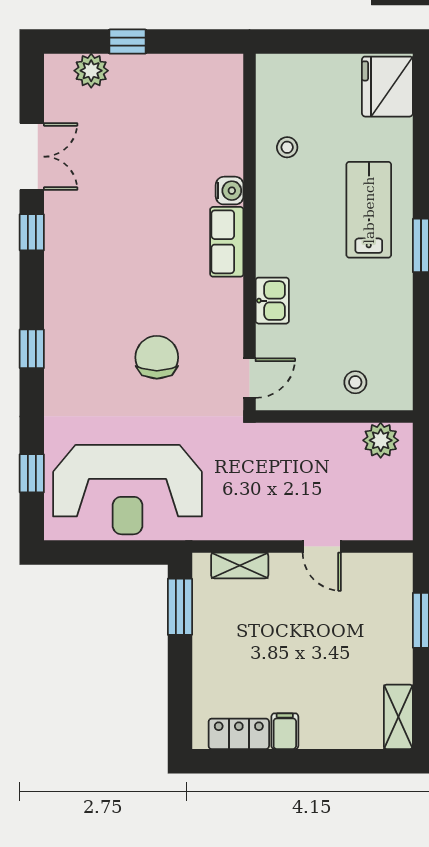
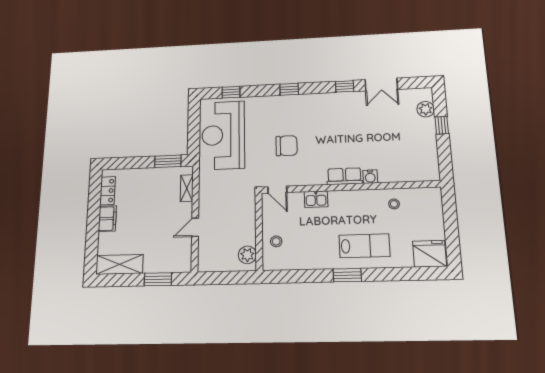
shelving: (398, 717) -> (119, 264), width x1.50, depth x1.33
filing cabinet: (285, 731) -> (107, 219), width x2.00

